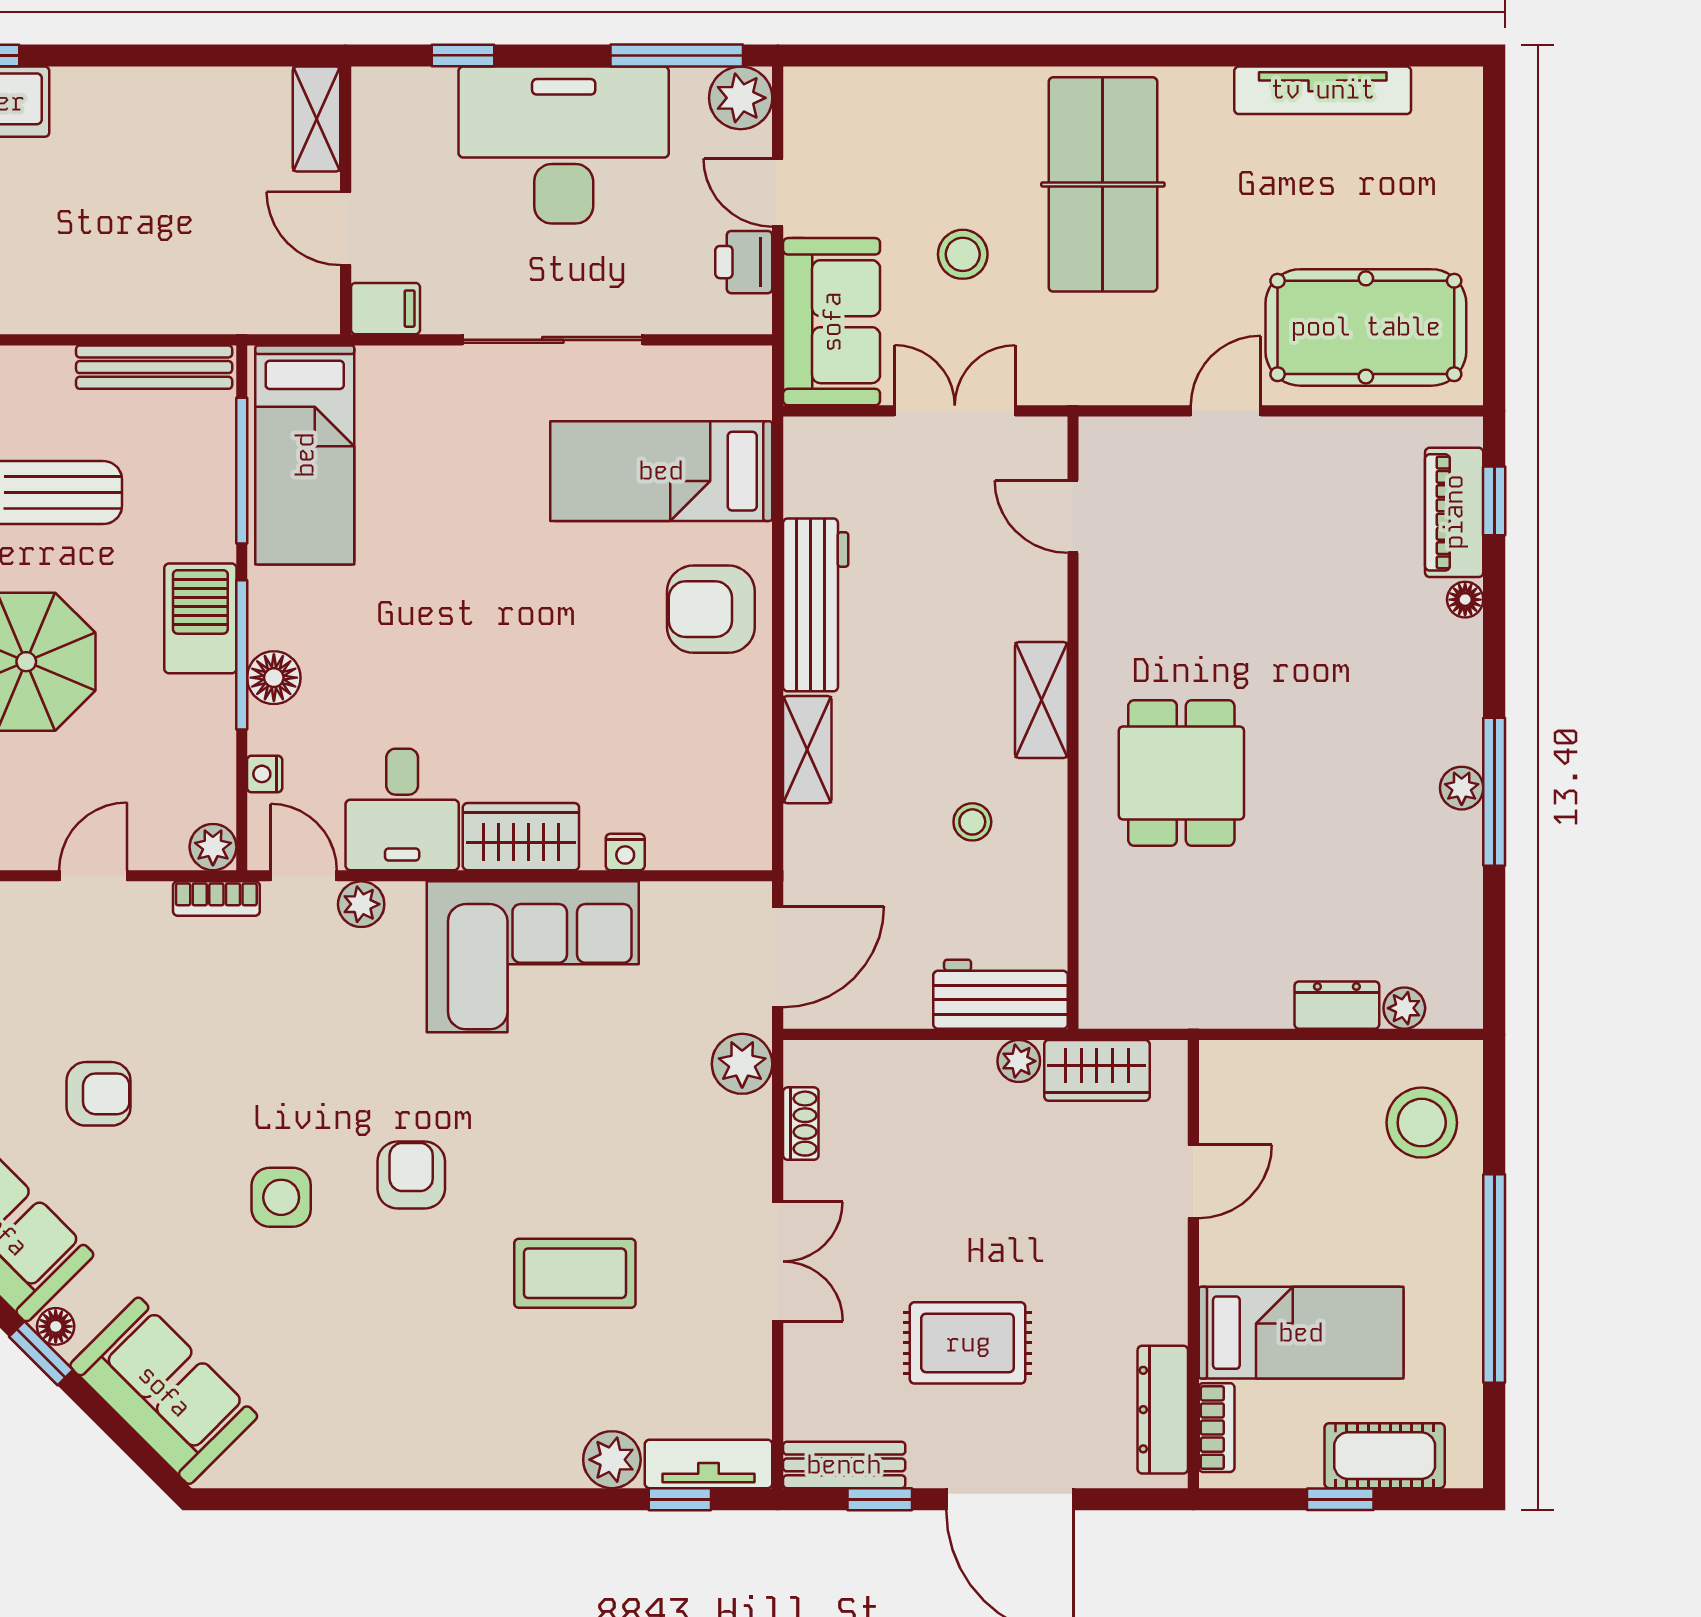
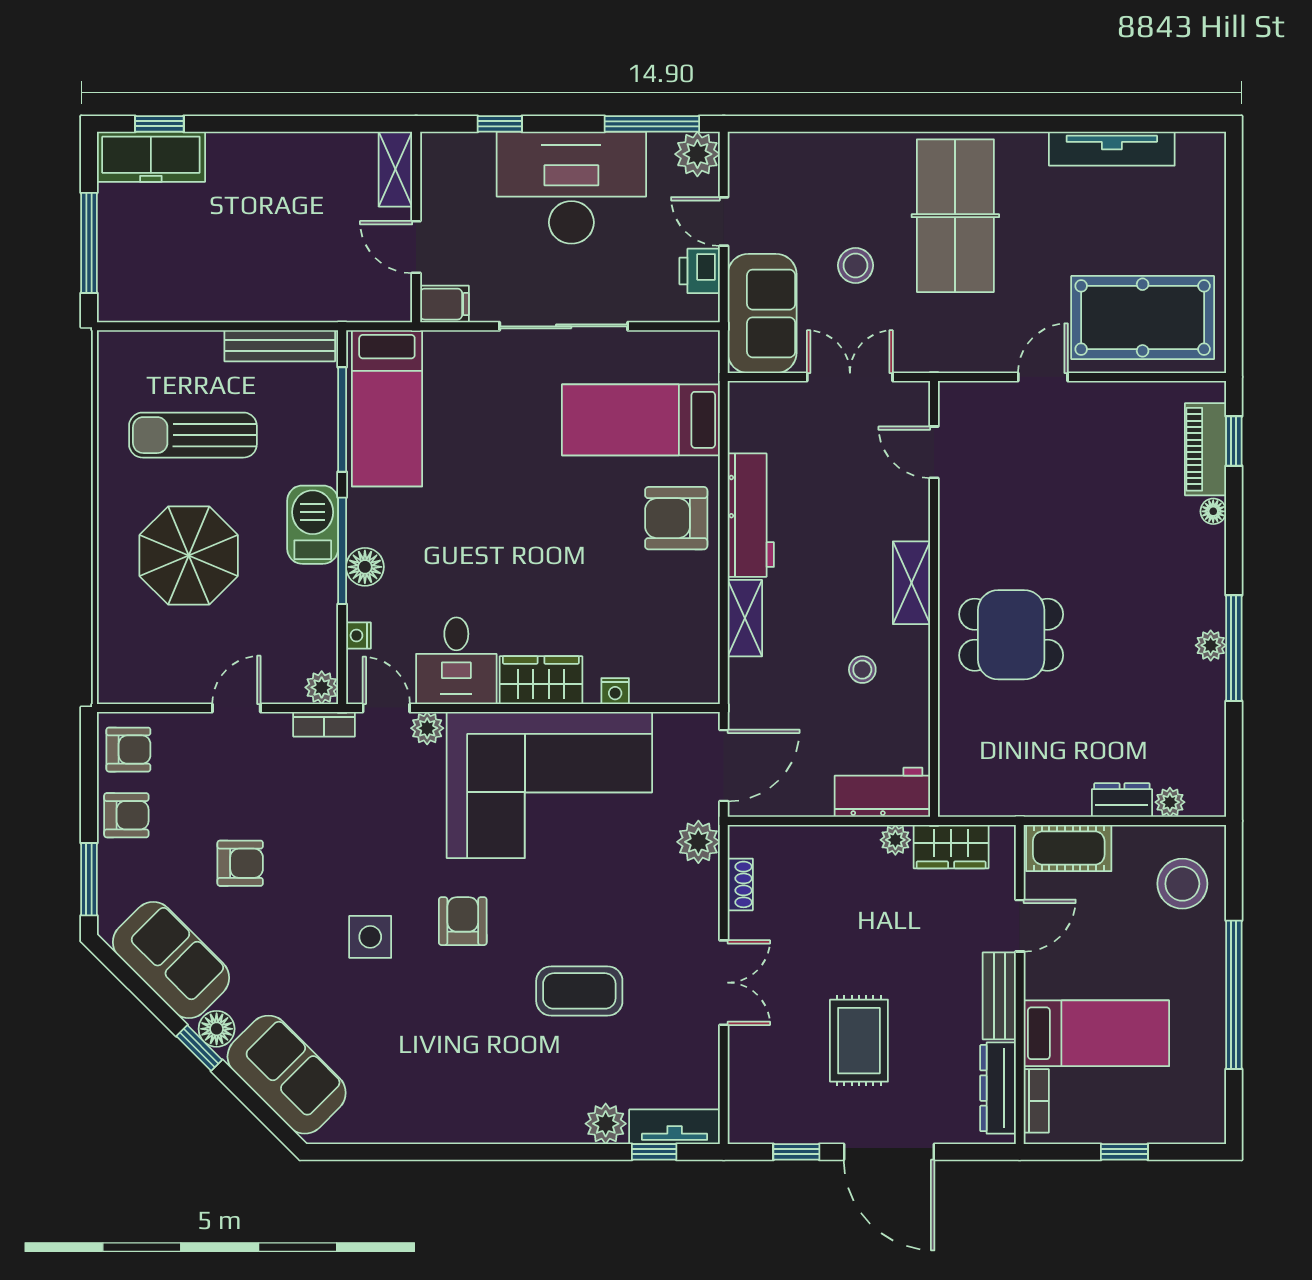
dining table: (1181, 773) -> (1011, 635), turned 90
corner sofa: (533, 957) -> (549, 785), width x1.36, depth x1.36
floor lamp: (56, 1326) -> (217, 1029), width x1.37, depth x1.37
rug: (968, 1343) -> (859, 1041), turned 90
cot: (1385, 1456) -> (1069, 848), moved
bench: (844, 1465) -> (999, 996), moved, turned 90

